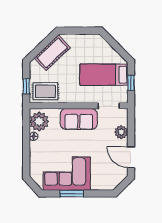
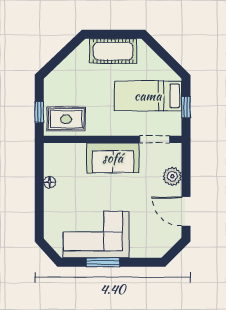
cot: (52, 53) -> (113, 51), moved, turned 44
plant: (39, 121) -> (57, 161), removed

